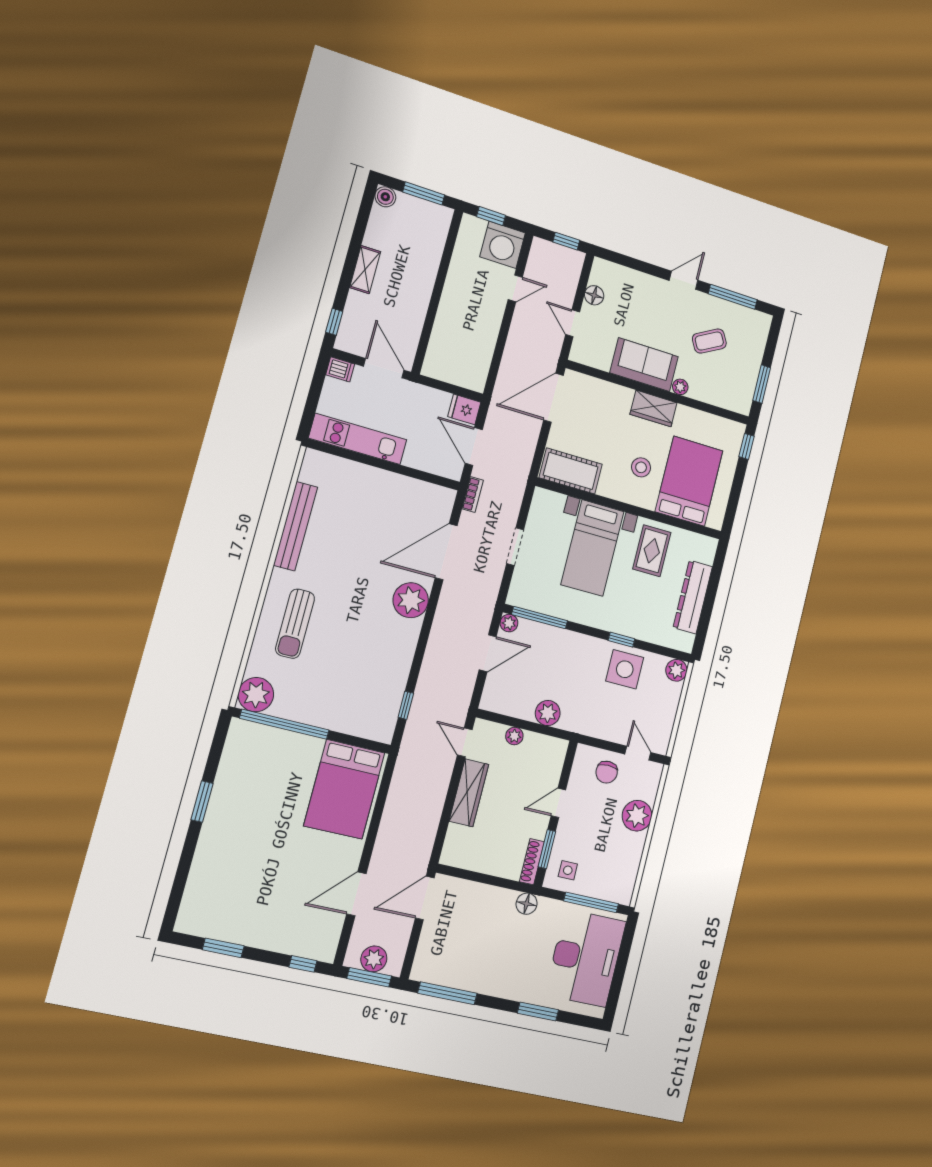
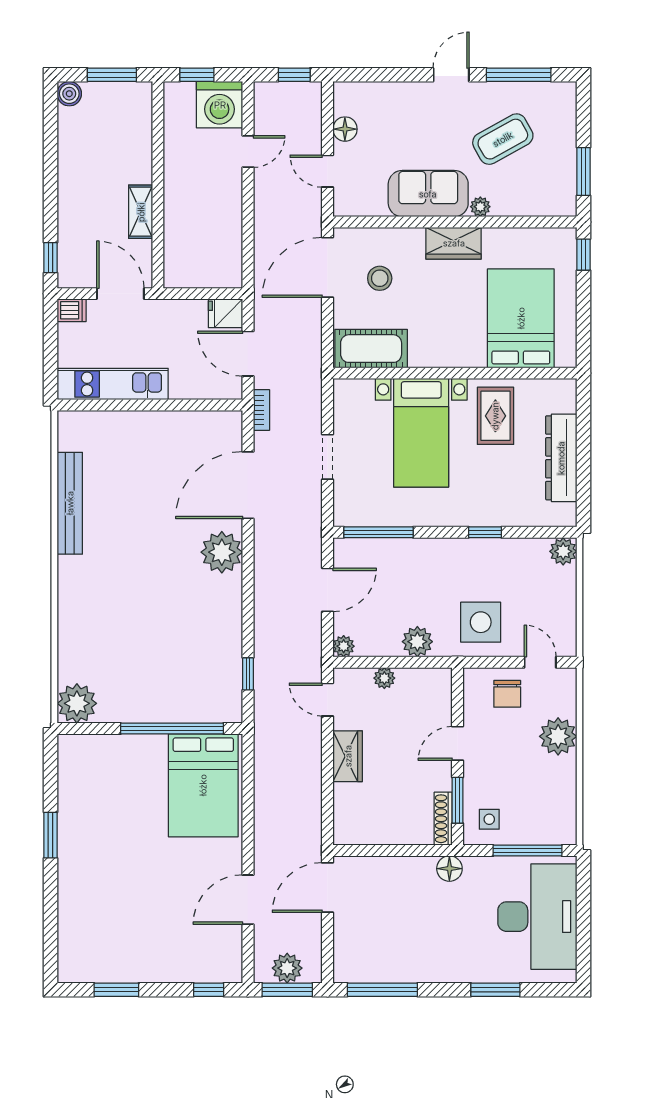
shelving: (365, 270) -> (141, 212), moved
coffee table: (709, 341) -> (503, 139), width x1.36, depth x1.30
stool: (641, 467) -> (380, 278), moved
plant: (509, 623) -> (344, 646), moved
sun lounger: (295, 624) -> (99, 613), removed
side table: (625, 669) -> (481, 622), moved
window: (284, 724) -> (172, 729), moved
wardrobe: (469, 793) -> (348, 756), width x0.67

